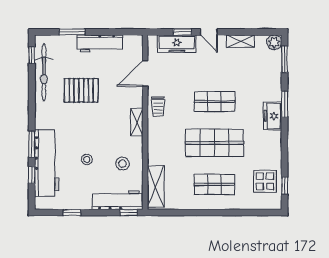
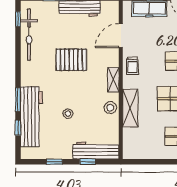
pallet: (81, 90) -> (71, 60), moved
stool: (122, 164) -> (110, 108), moved
shelving: (156, 186) -> (130, 108), moved
window: (129, 213) -> (88, 162), moved

